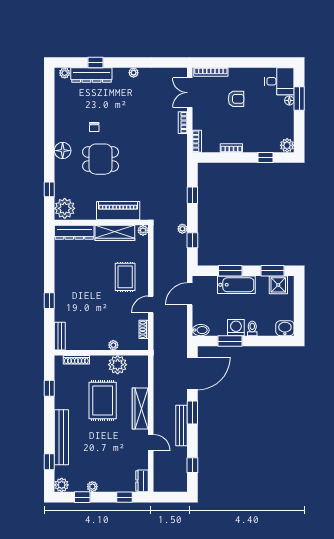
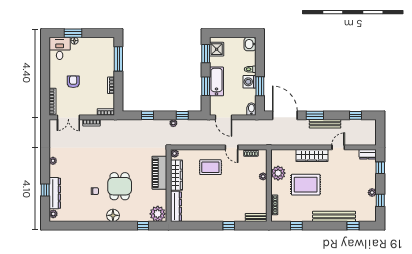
plant: (287, 145) -> (109, 42), removed
window: (266, 158) -> (118, 59), width x2.17
plant: (62, 485) -> (371, 216), removed

